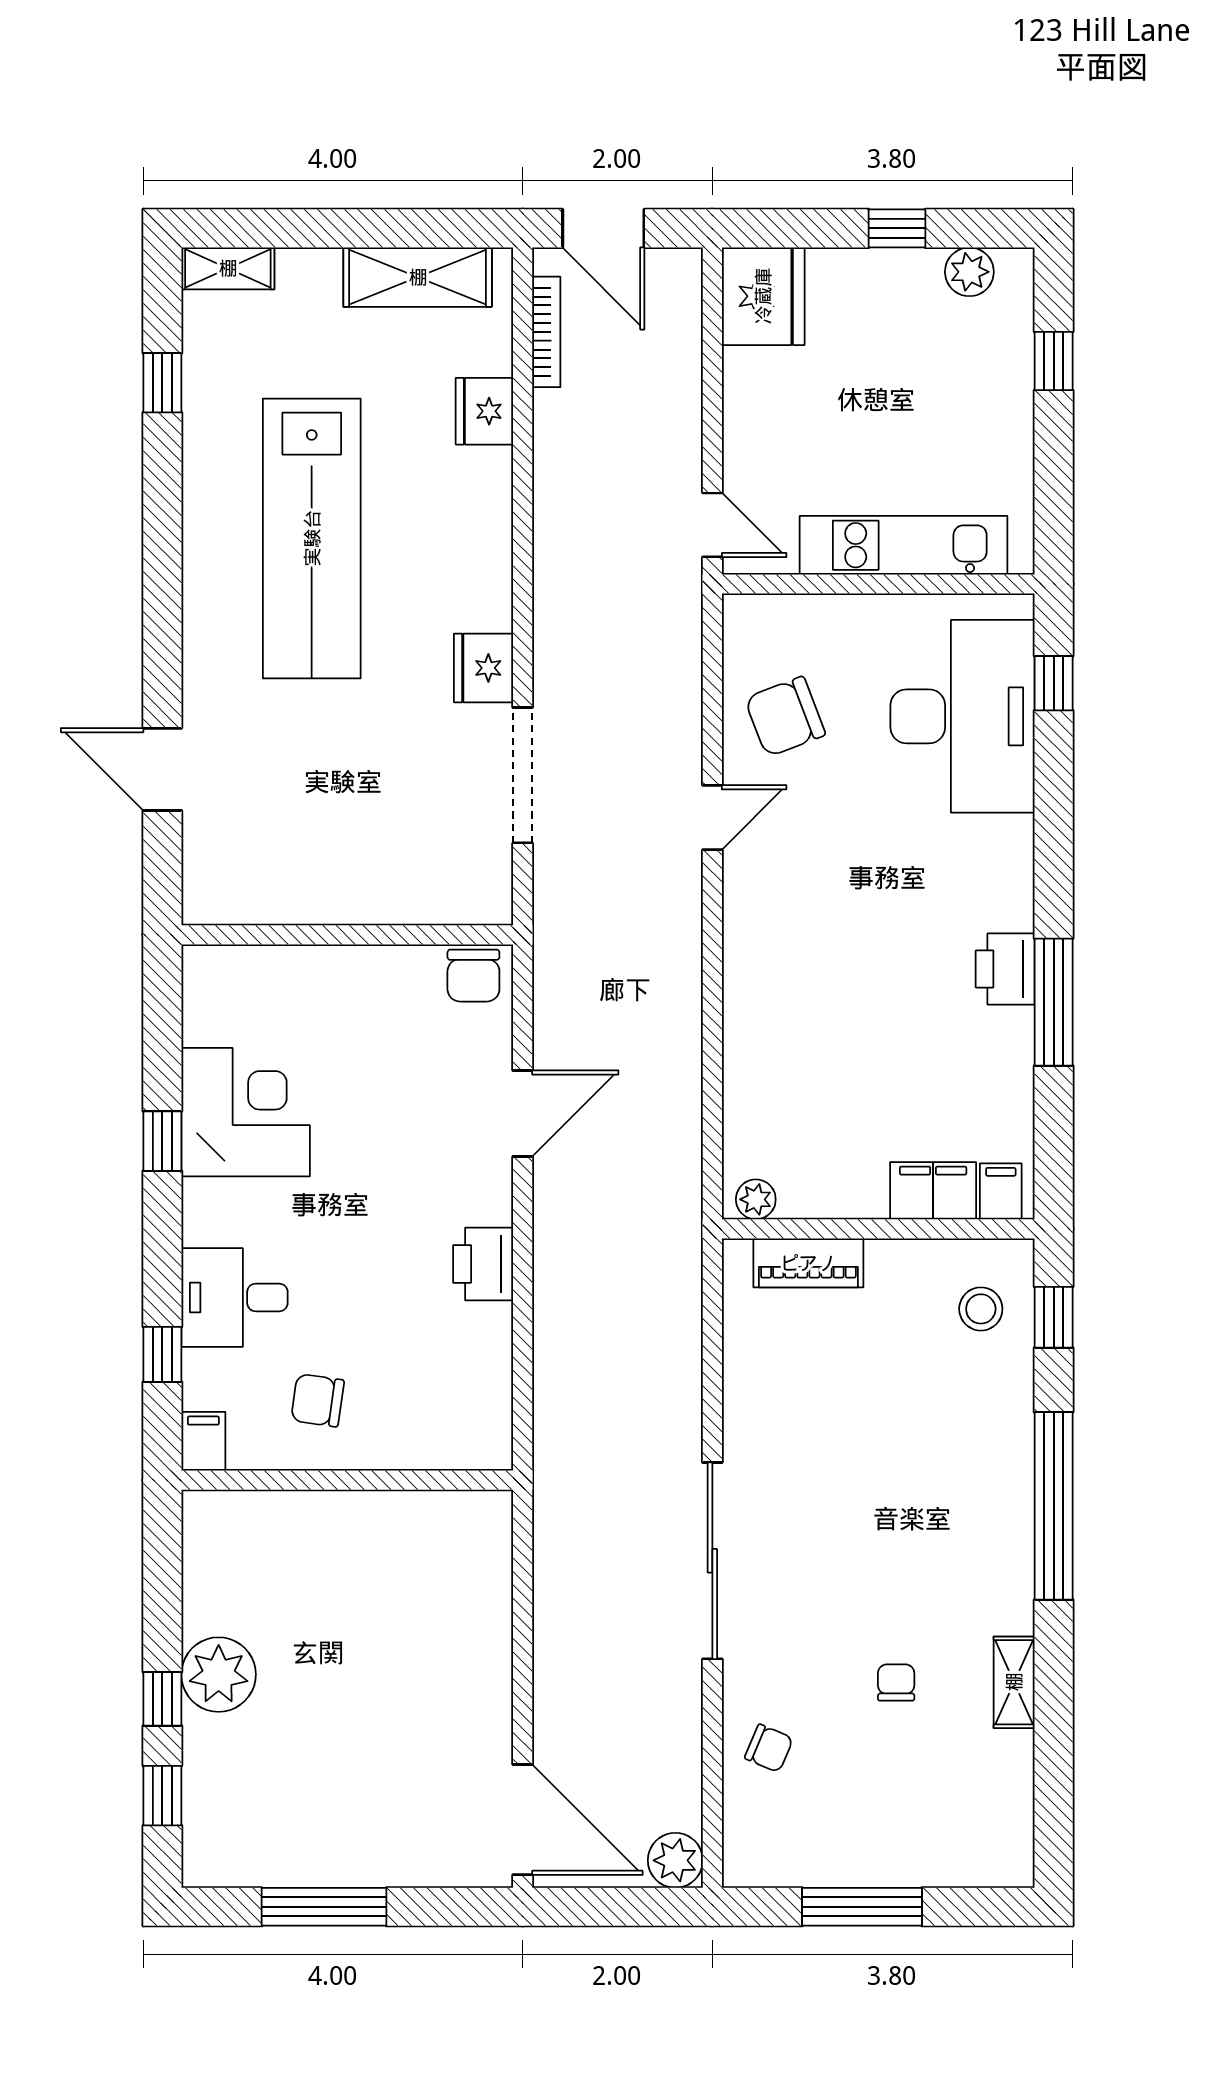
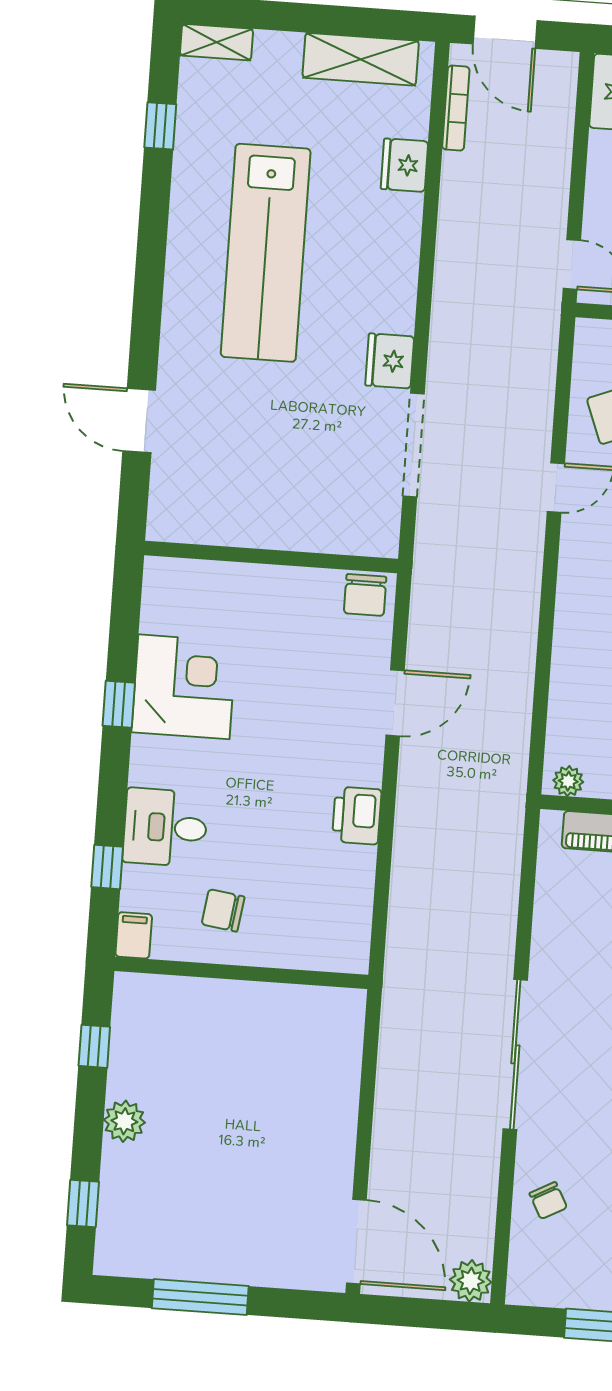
plant: (219, 1675) -> (124, 1121), width x0.73, depth x0.73
window: (162, 1699) -> (94, 1046), moved
chair: (769, 1748) -> (548, 1200), turned 39

